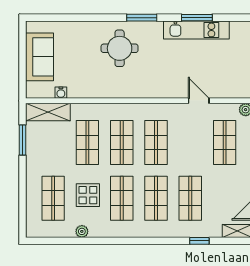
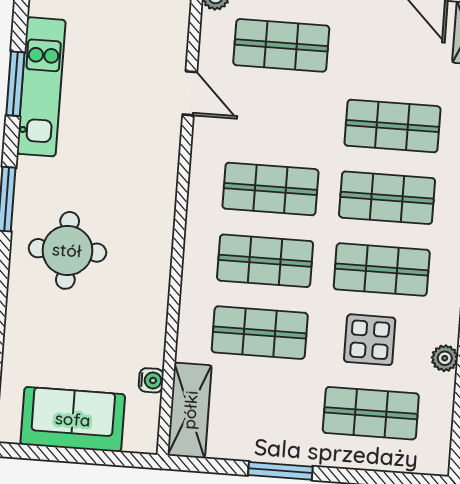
door: (199, 101) -> (190, 93), swing flipped
window: (22, 140) -> (280, 471), moved

